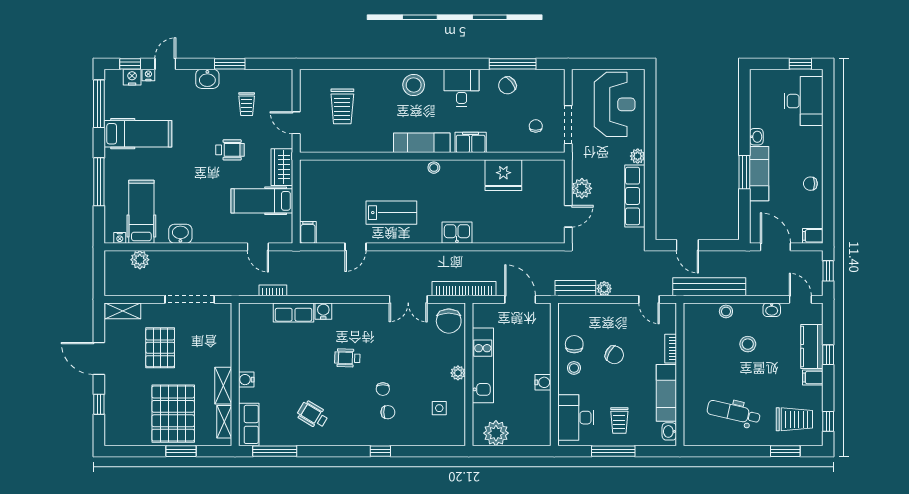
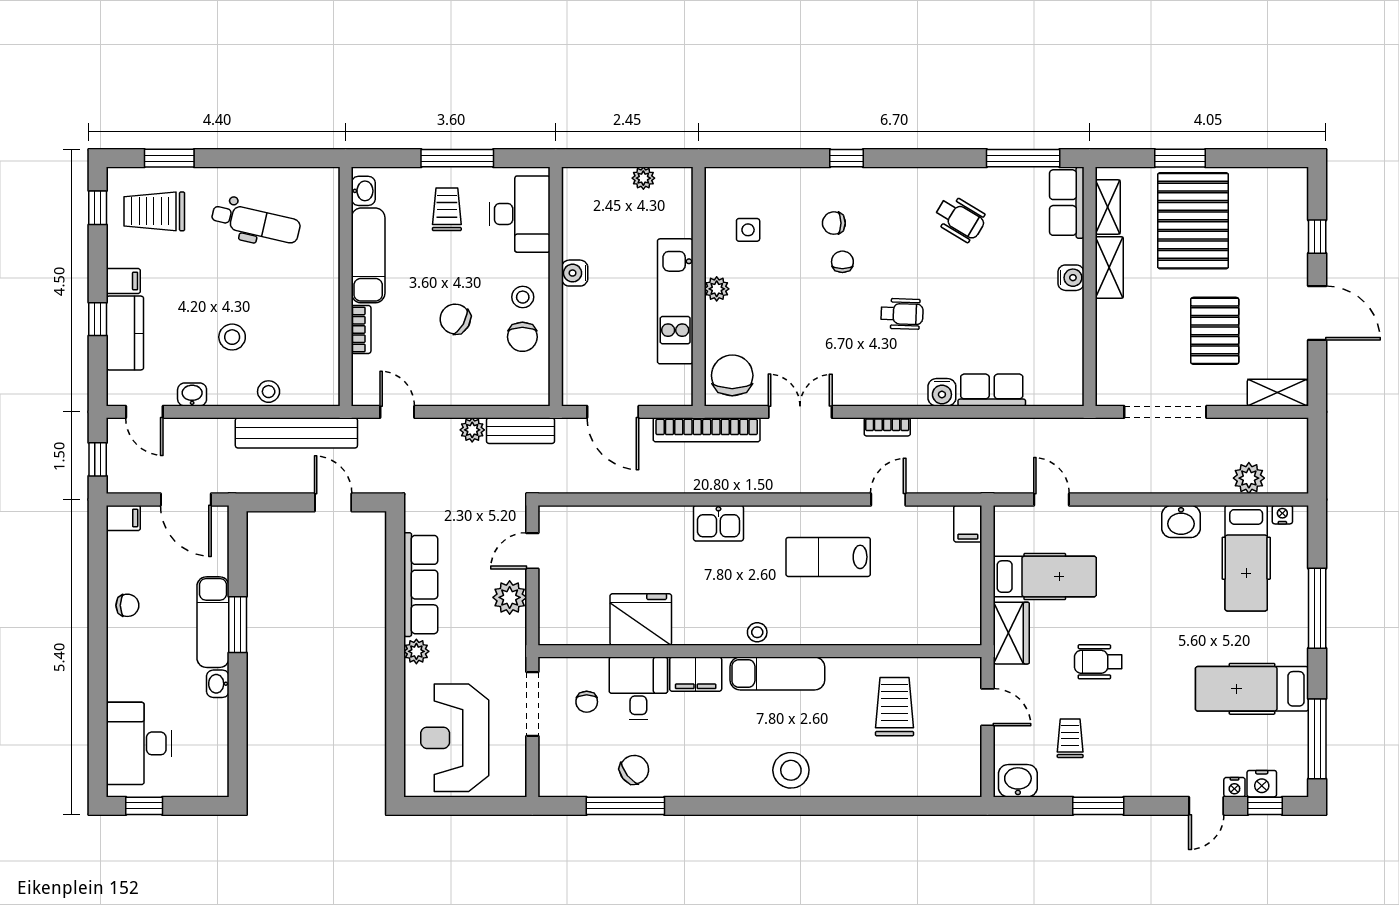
washbasin: (207, 79) -> (1018, 781), moved
desk: (462, 88) -> (638, 688), moved, turned 180
trolley: (342, 106) -> (895, 707), moved
bookcase: (273, 290) -> (887, 427), moved
plant: (496, 433) -> (643, 178), width x0.53, depth x0.53

